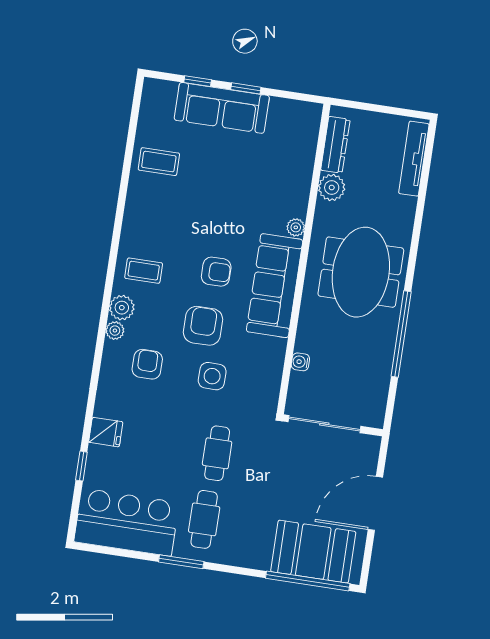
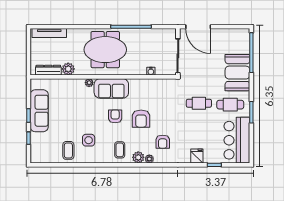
sofa: (222, 108) -> (39, 111), moved
sofa: (275, 286) -> (111, 88), width x0.73
armchair: (203, 326) -> (141, 119), turned -90
armchair: (147, 364) -> (163, 142), turned -90
side table: (212, 376) -> (89, 140), moved
door: (375, 503) -> (198, 27), moved
booth: (313, 552) -> (237, 73), moved

